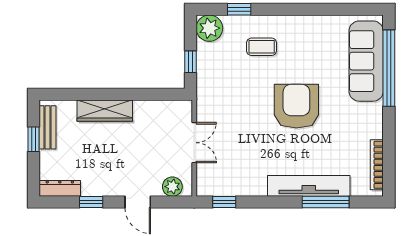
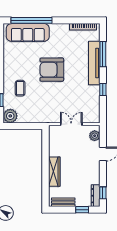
window: (190, 62) -> (28, 126), removed
window: (34, 139) -> (82, 210), moved
window: (91, 202) -> (103, 193), moved
window: (224, 202) -> (103, 89), moved

